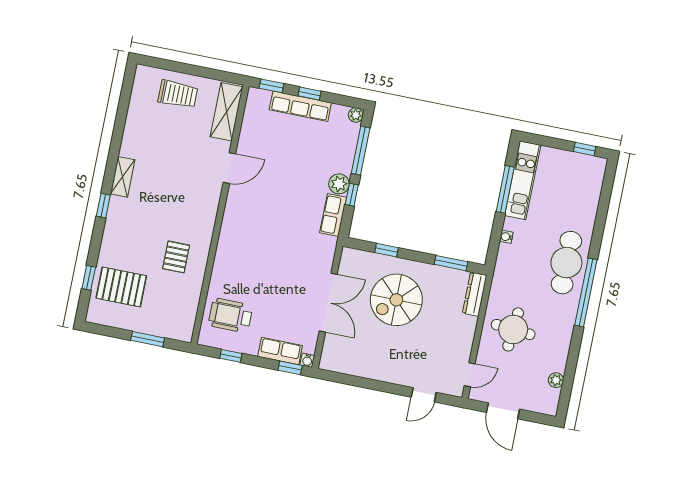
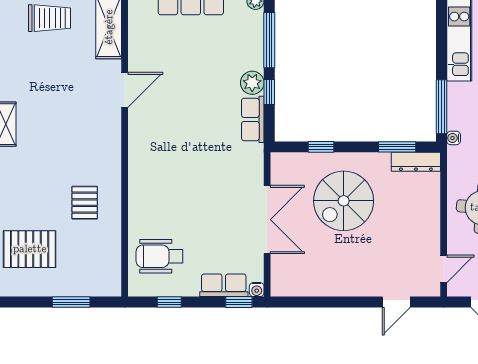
window: (505, 189) -> (441, 107), moved
water cooler: (506, 237) -> (454, 138), moved
dresser: (475, 294) -> (416, 162), moved, turned -90

